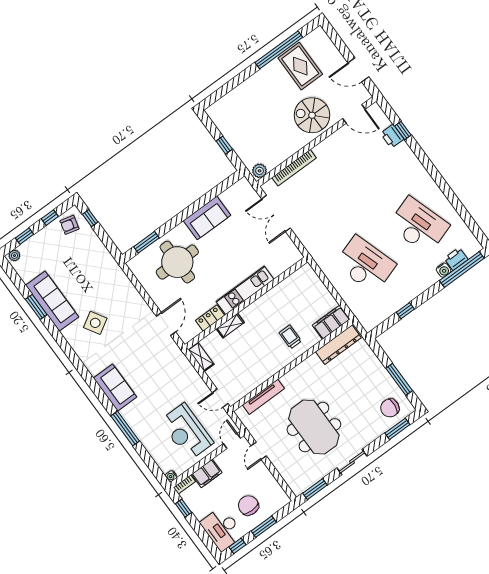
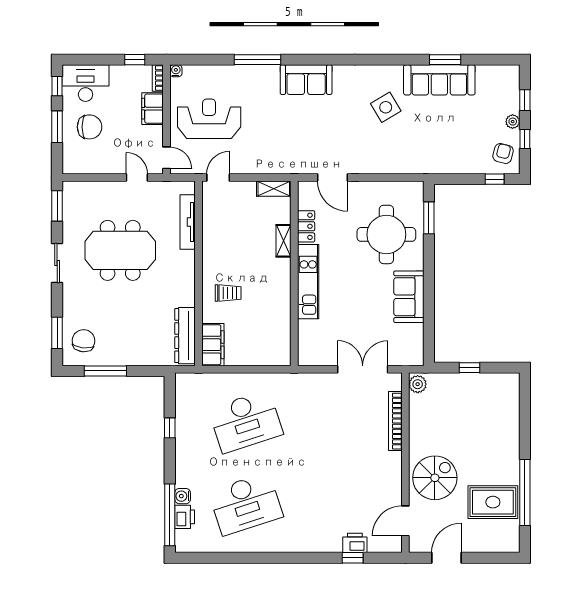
plant: (14, 256) -> (513, 122), moved

